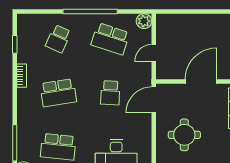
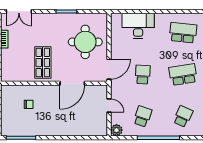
school desk: (110, 39) -> (143, 116), width x0.54
door: (154, 53) -> (109, 105), hinge flipped
round table: (184, 135) -> (85, 42), width x1.36, depth x1.36

